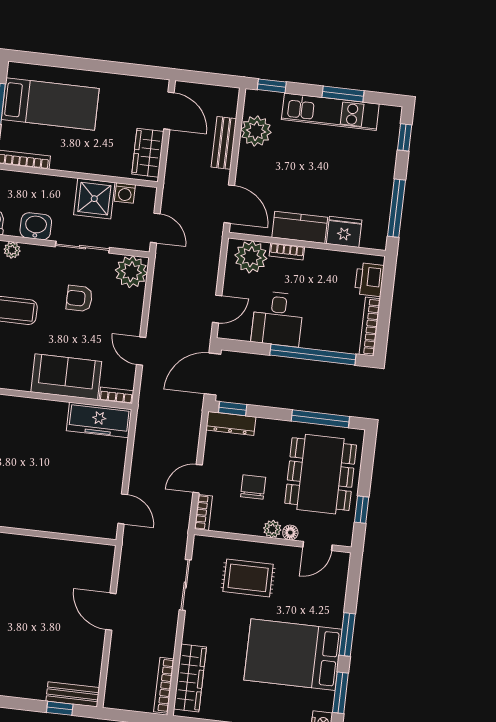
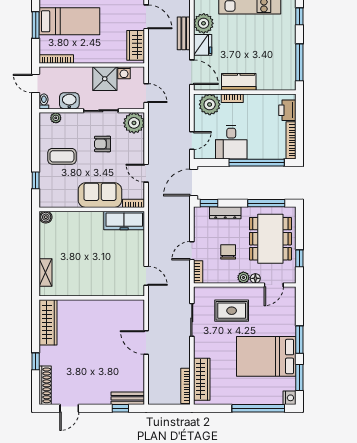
fridge: (344, 232) -> (203, 45), moved, turned 90
dresser: (231, 423) -> (225, 213), moved

